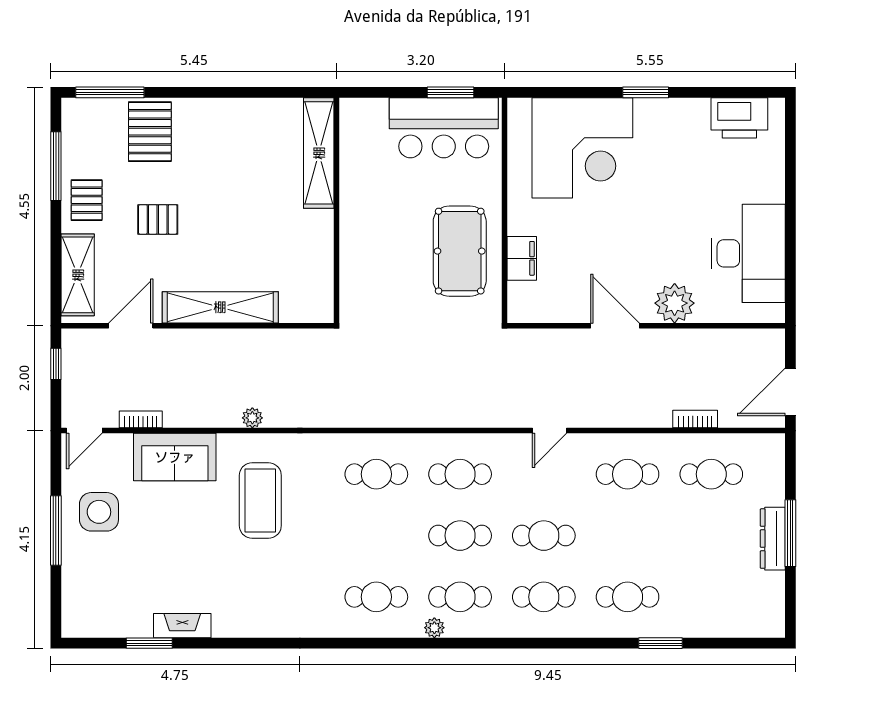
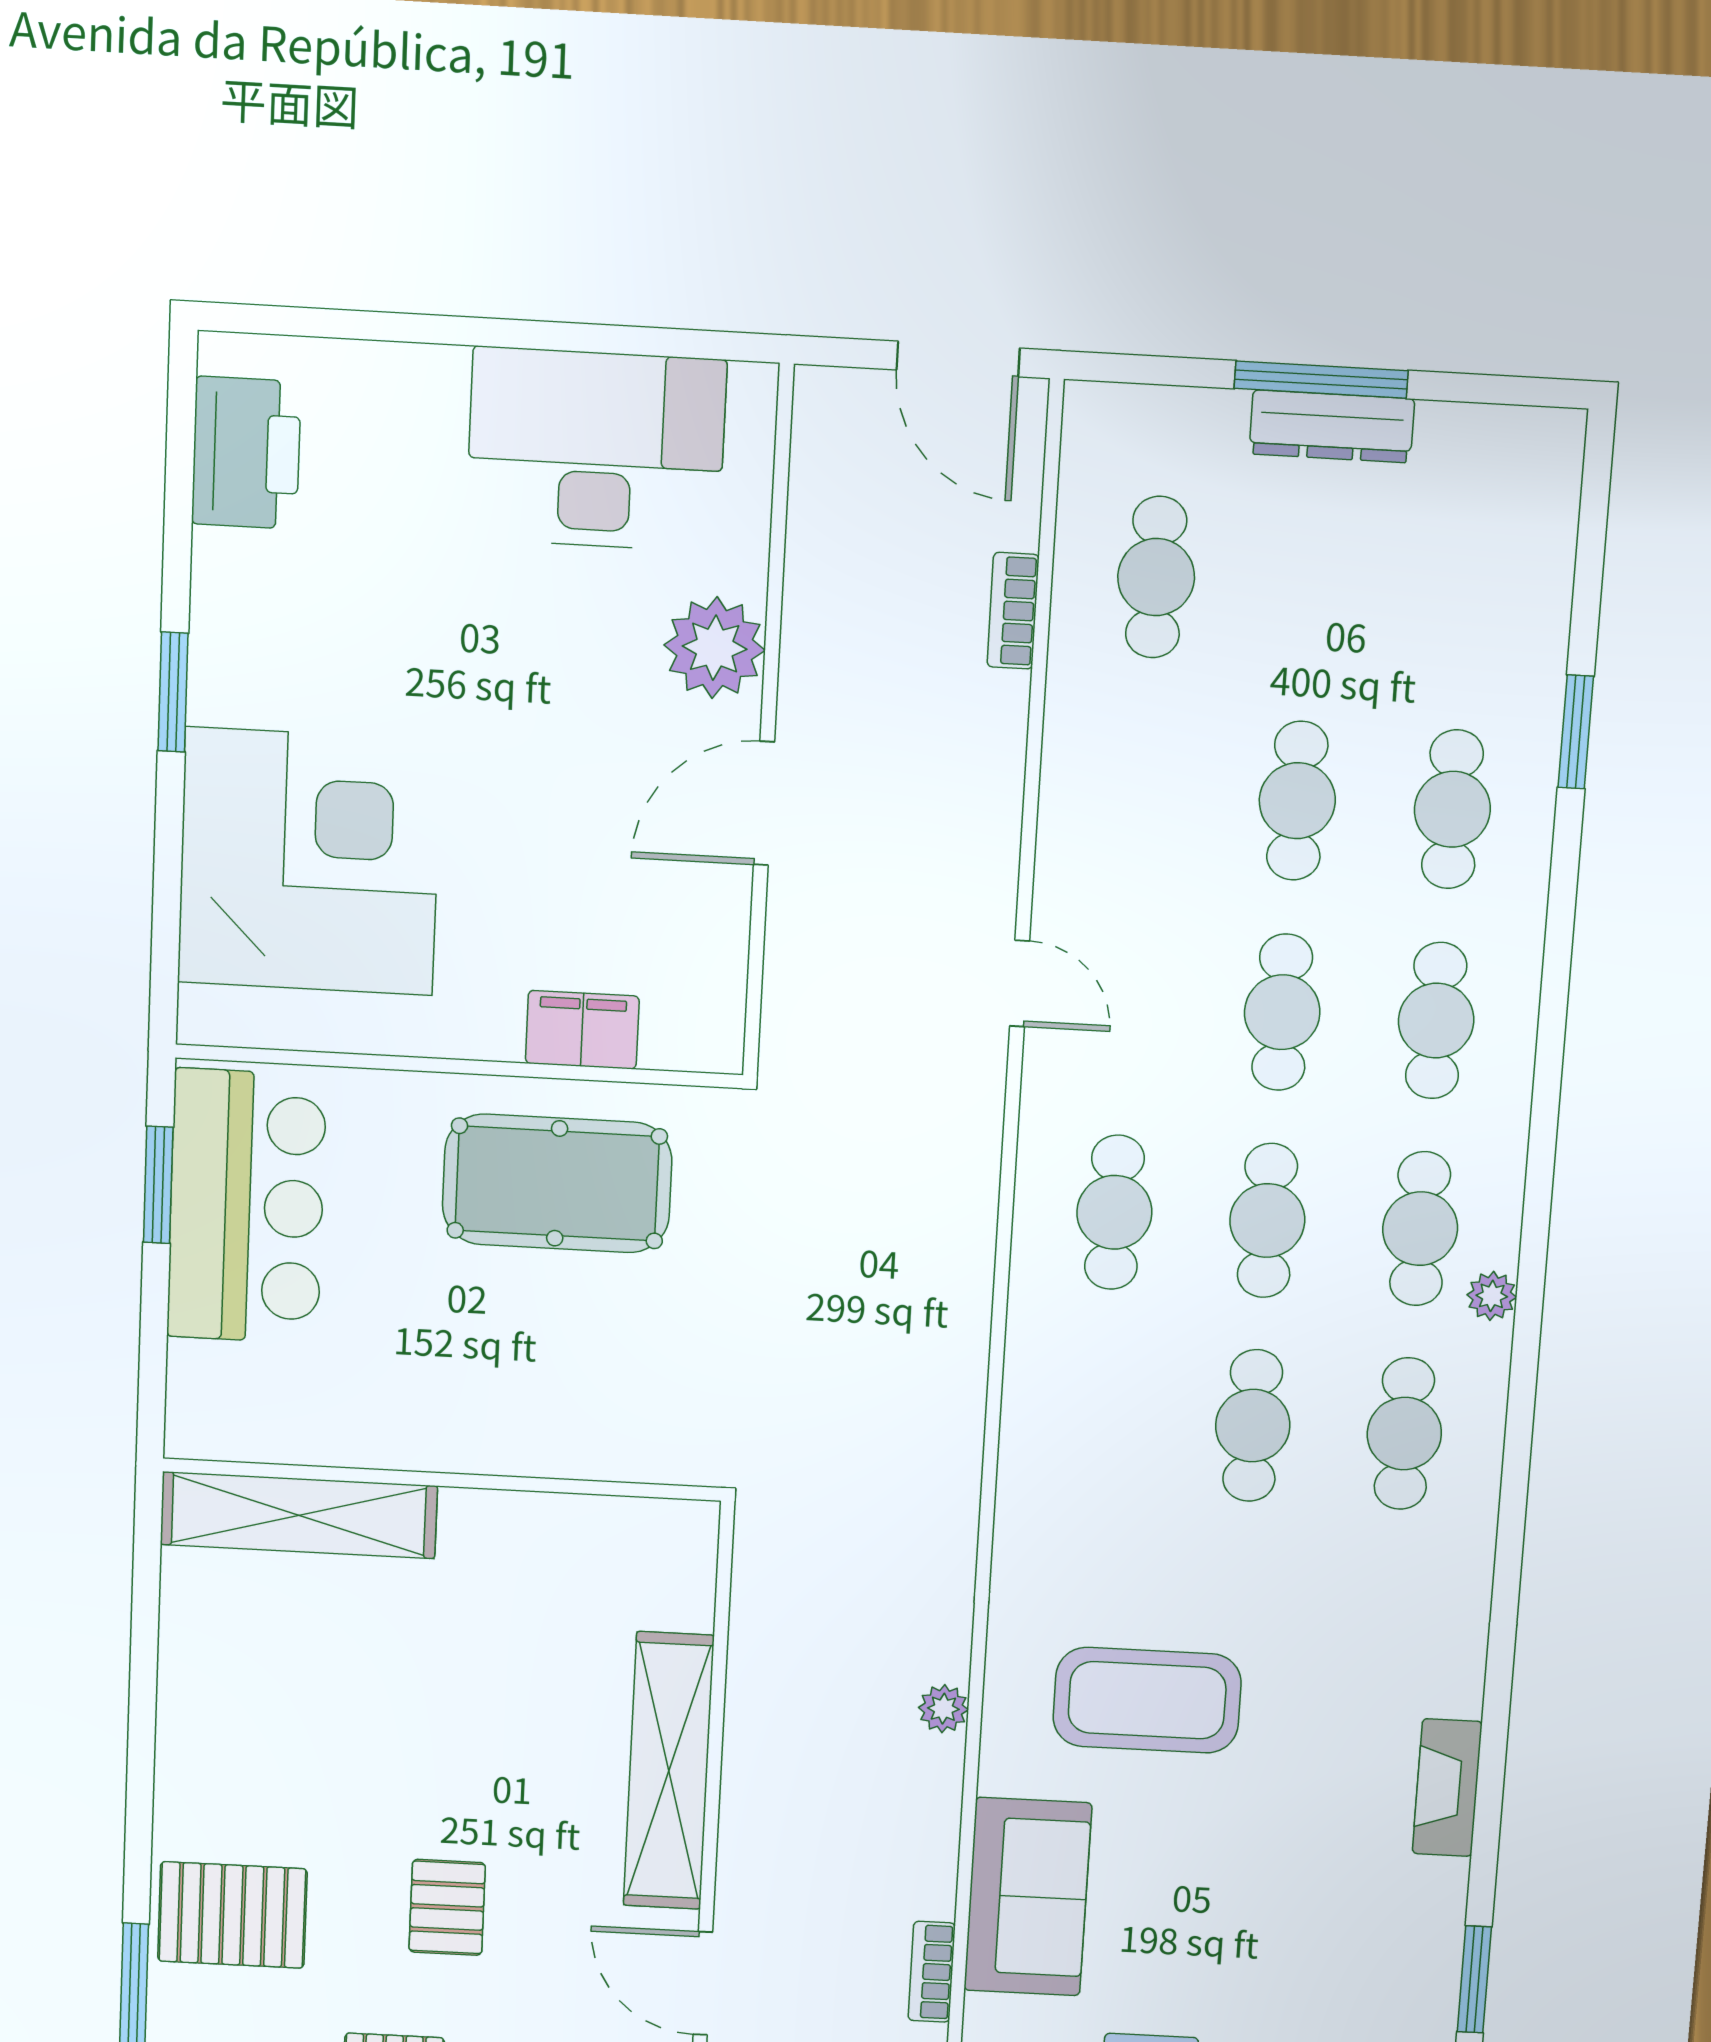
cafe table: (376, 474) -> (1253, 1426), moved
cafe table: (628, 474) -> (1297, 801), moved
fireplace: (182, 626) -> (1447, 1788), moved

